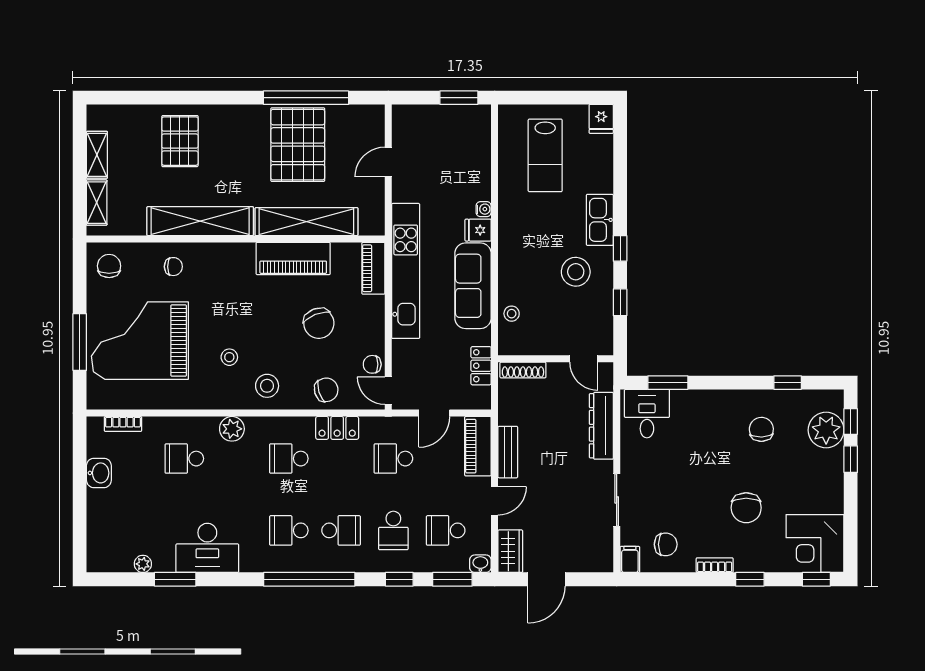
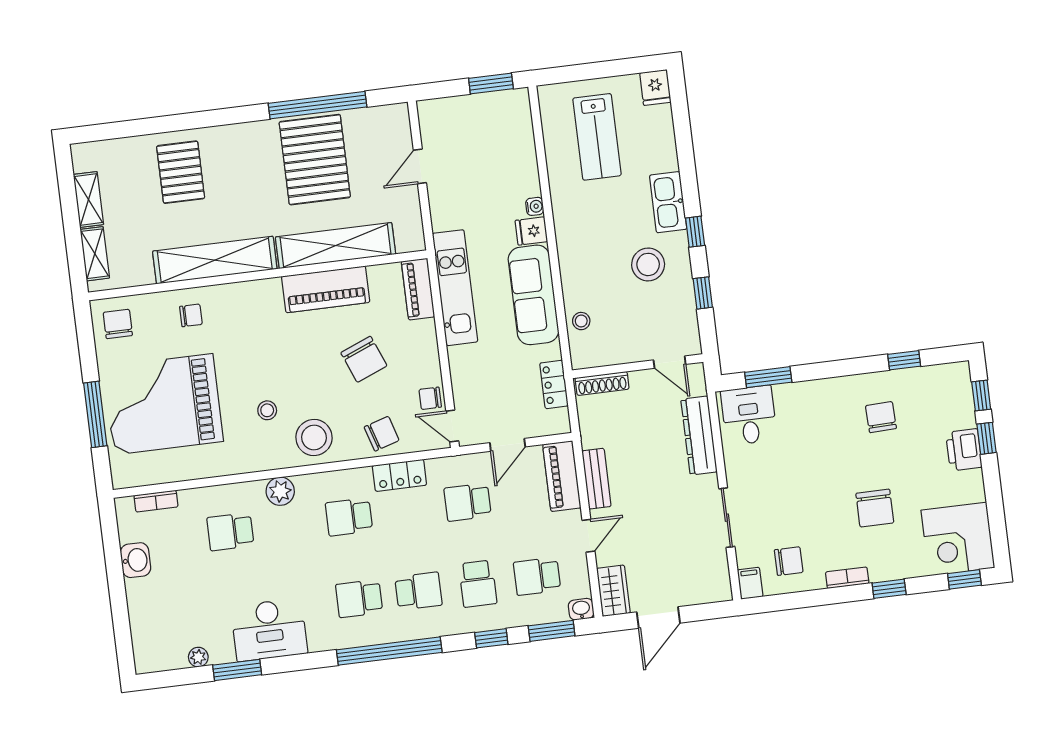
kitchen unit: (406, 271) -> (455, 288), width x0.73
stool: (267, 386) -> (314, 437), width x1.38, depth x1.38
plant: (826, 430) -> (954, 409), removed
printer: (830, 467) -> (964, 450), added

